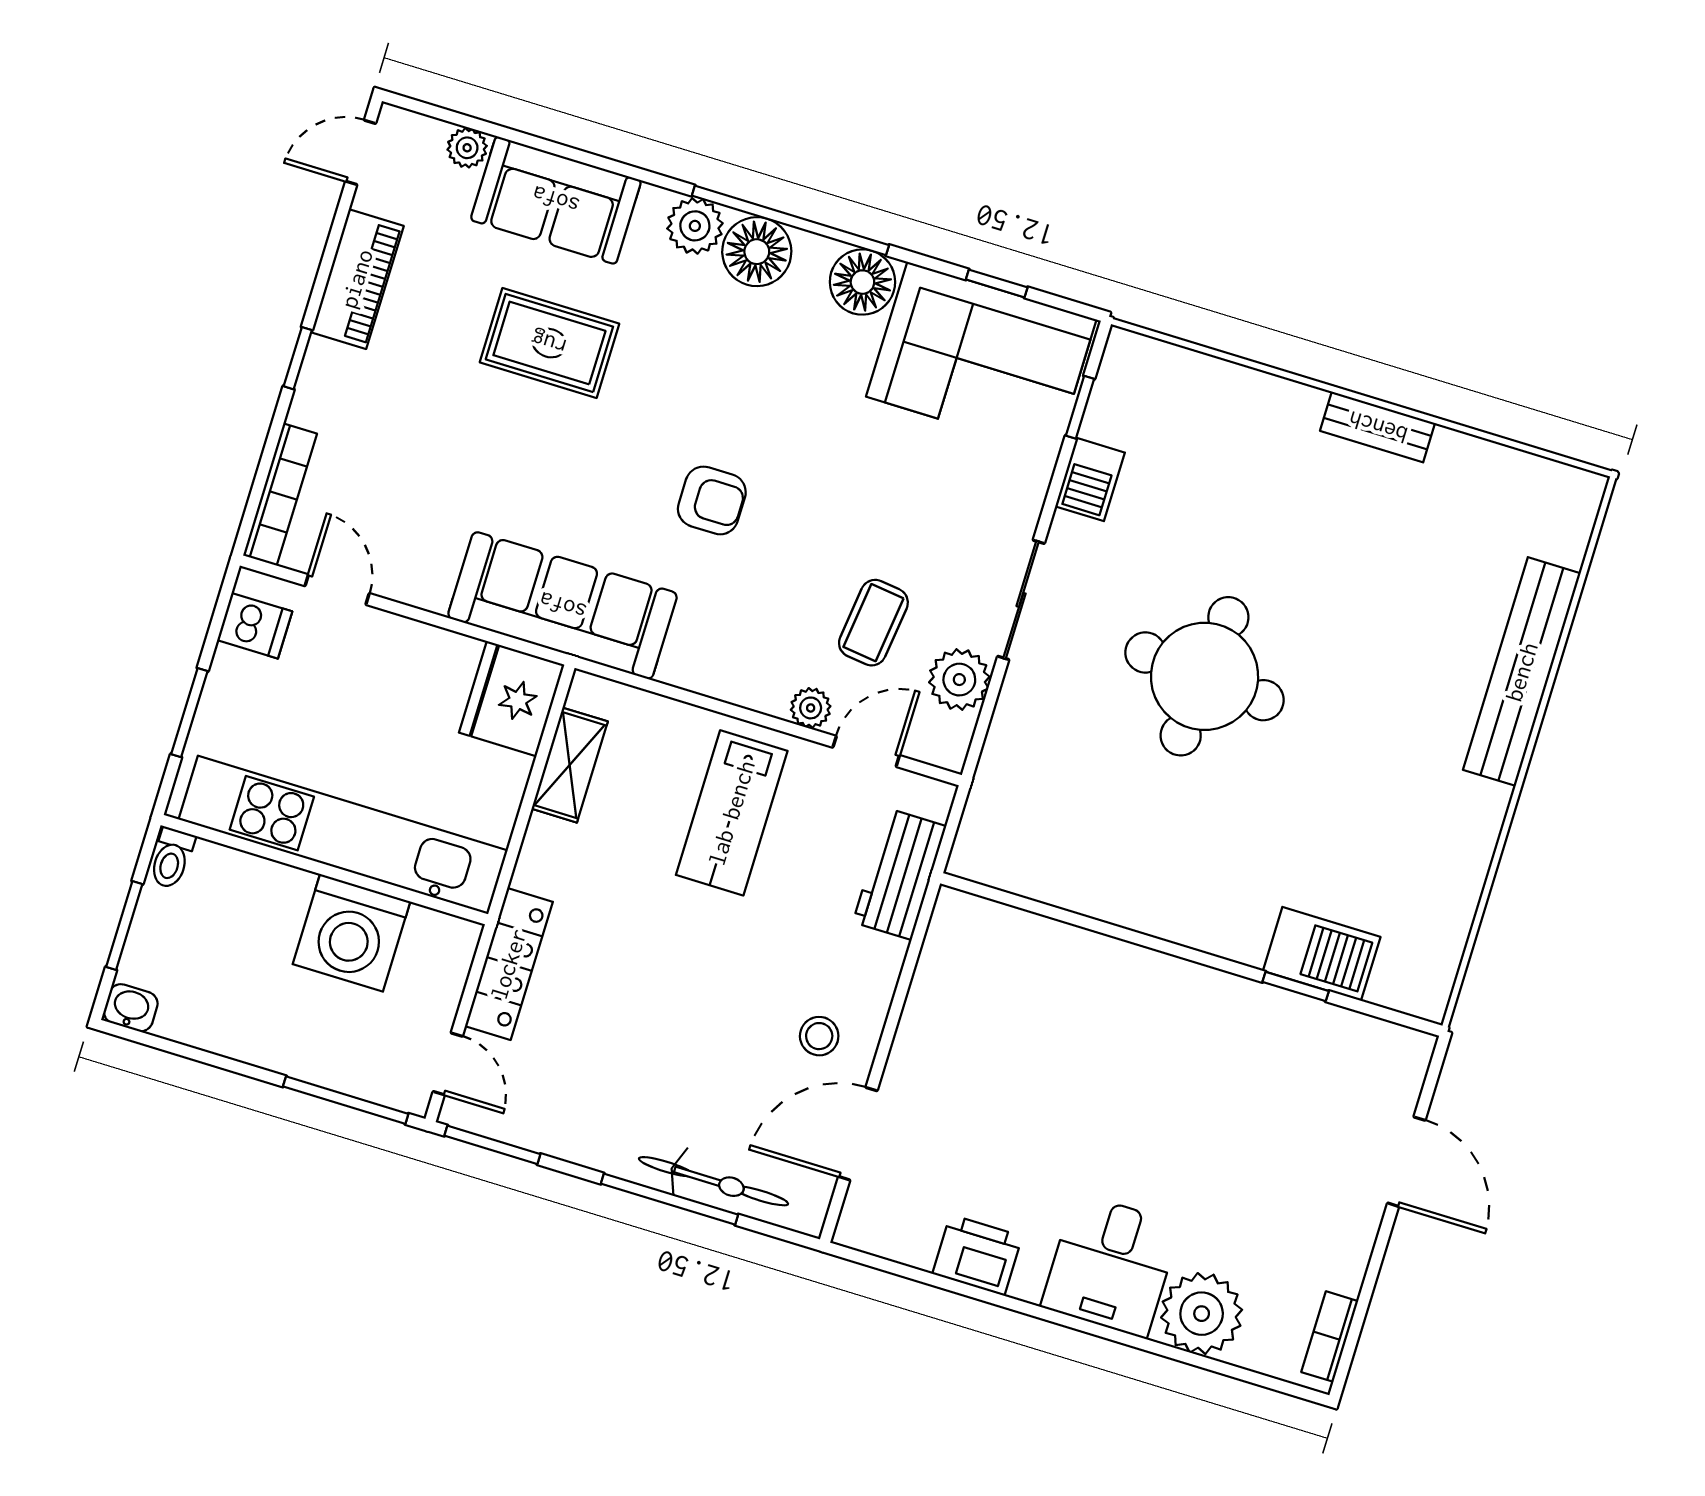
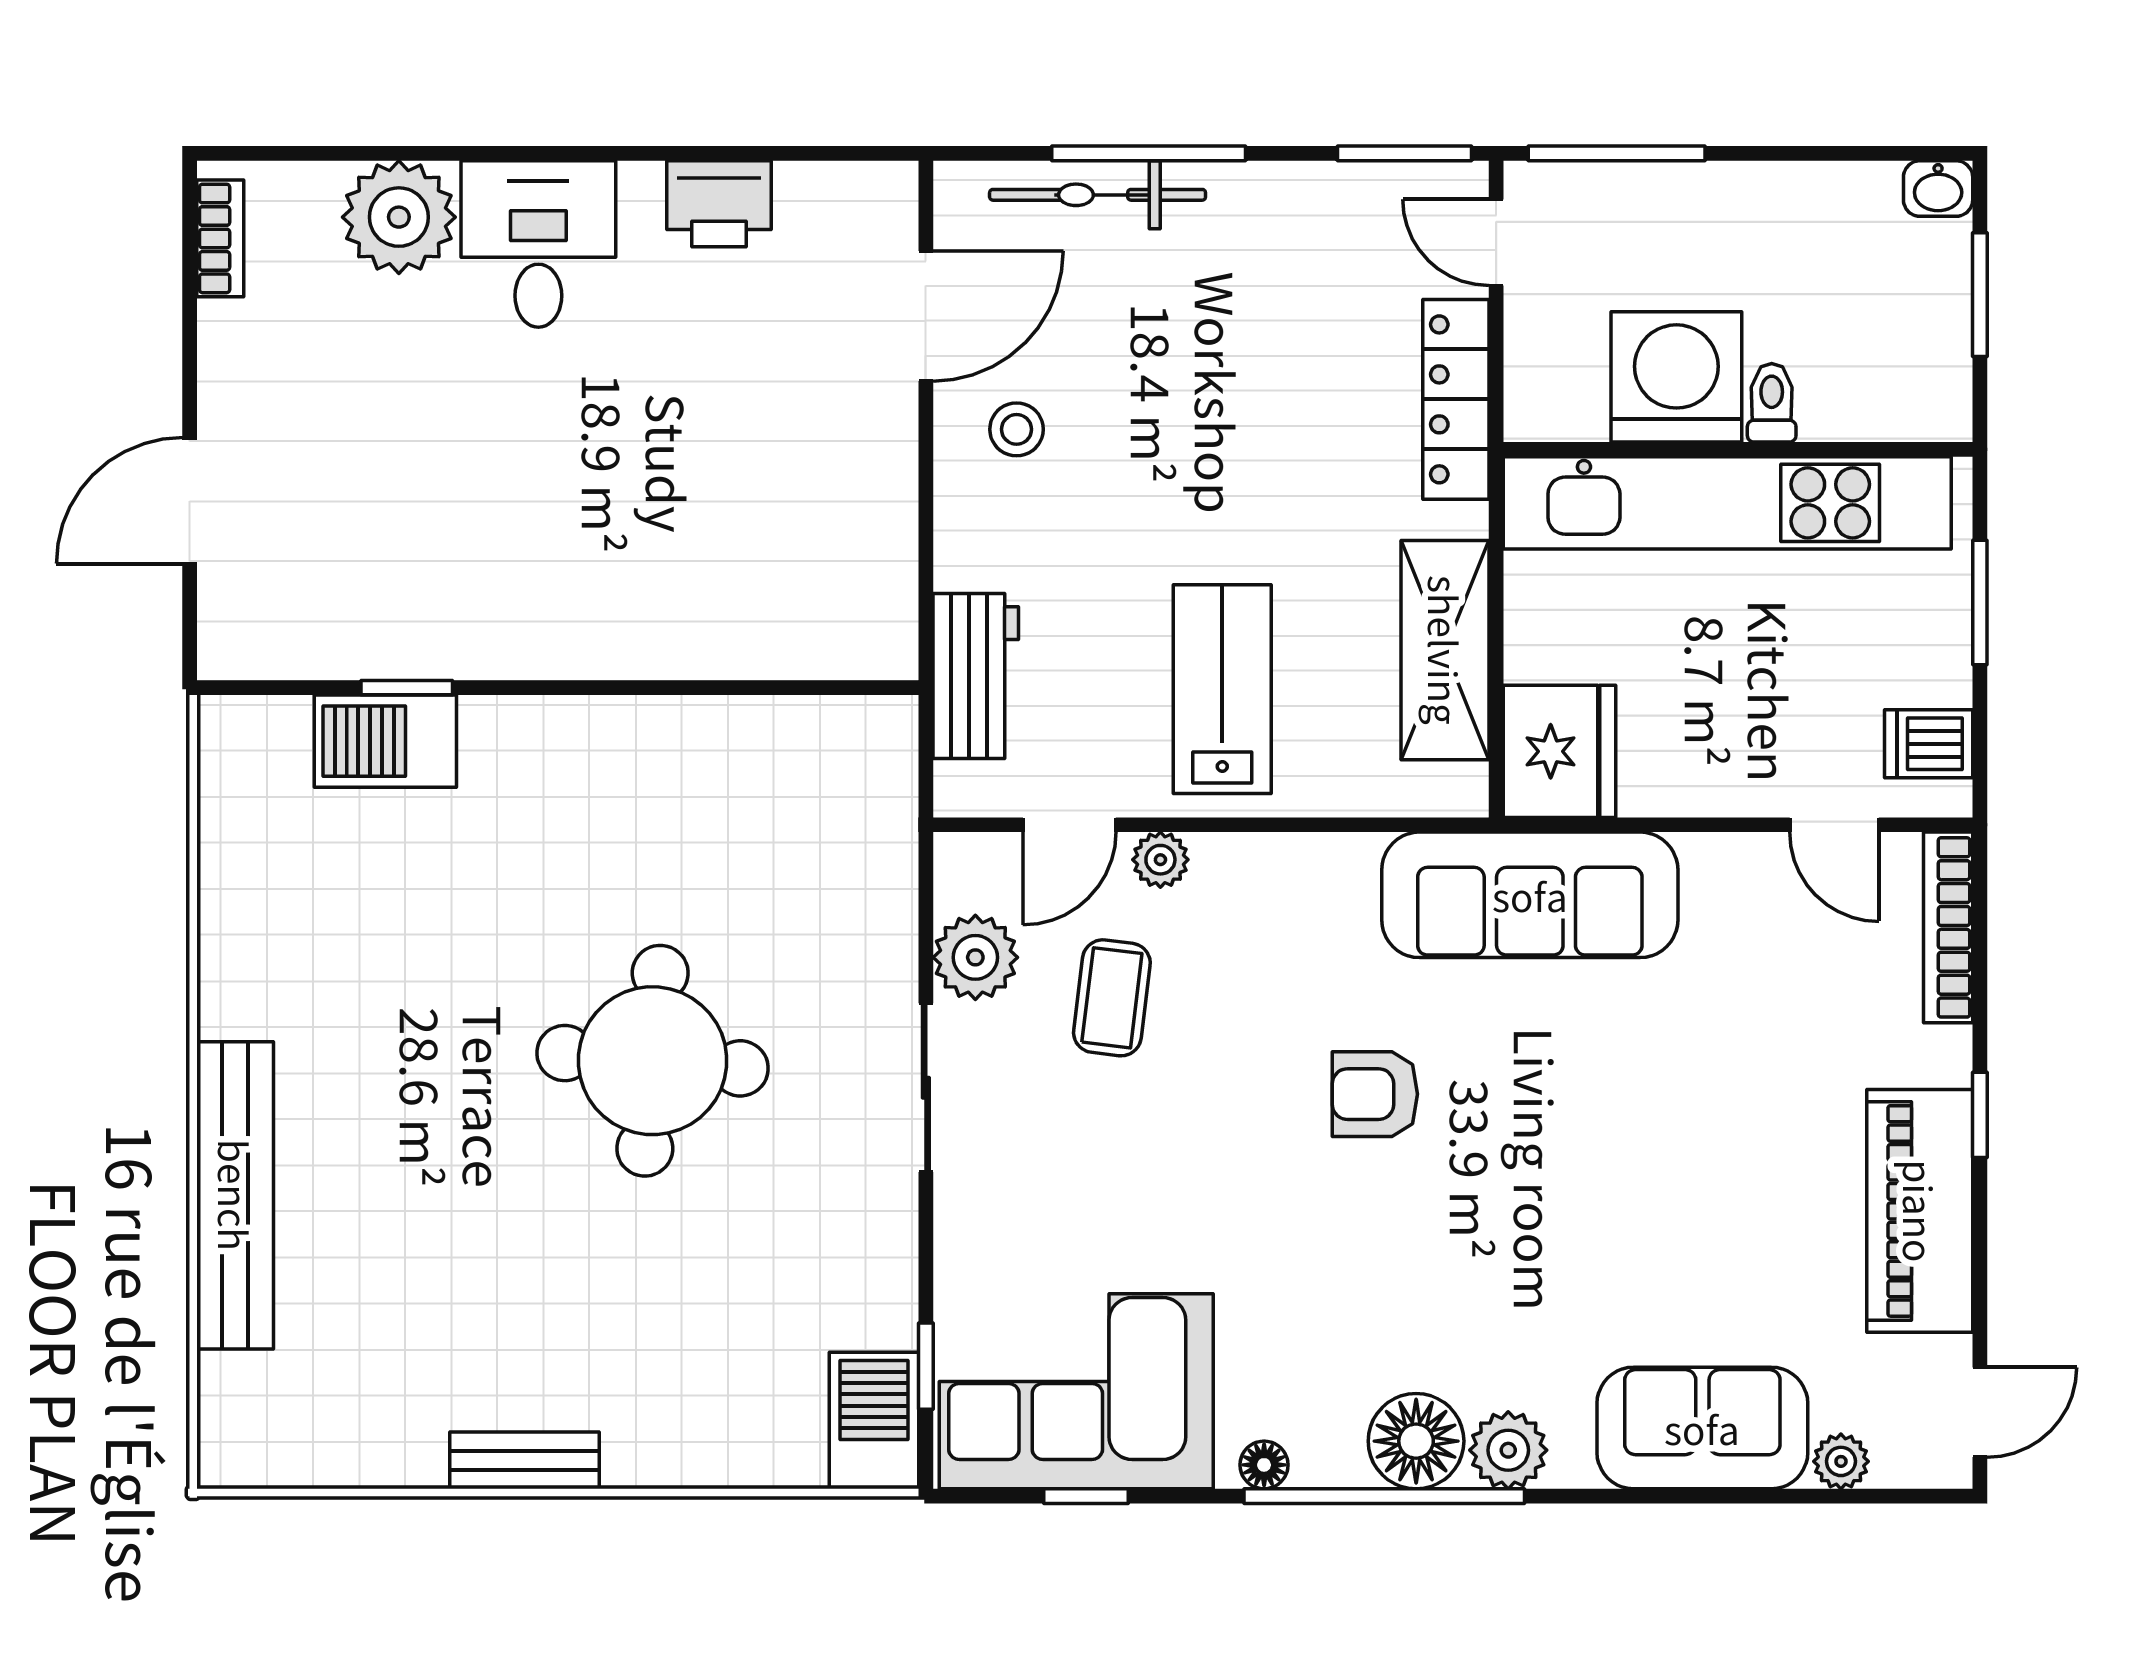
piano: (357, 279) -> (1920, 1211), width x1.37, depth x1.33
floor lamp: (862, 282) -> (1264, 1465), width x0.53, depth x0.53
rug: (549, 343) -> (1653, 1237), removed
barbecue: (1090, 479) -> (874, 1421), moved, width x1.38, depth x1.27
shelving: (570, 765) -> (1445, 650), width x1.50, depth x1.33
toilet: (172, 858) -> (1772, 403), moved
door: (1406, 1162) -> (190, 501), hinge flipped

